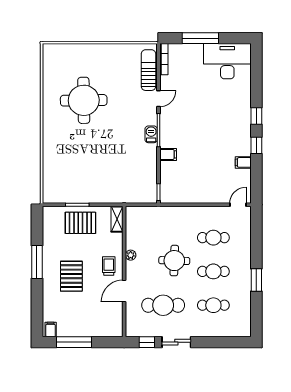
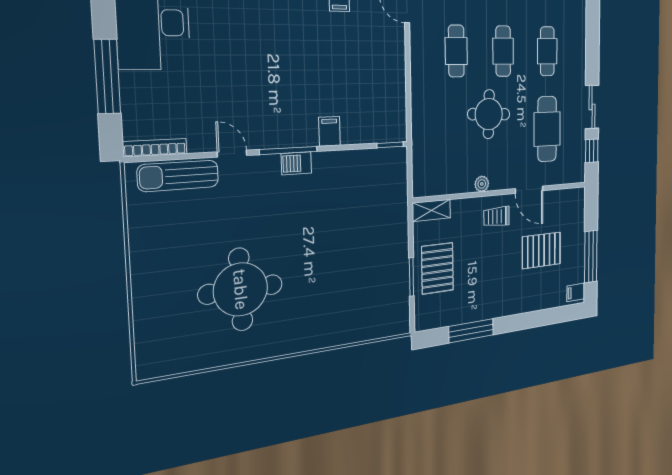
window: (37, 262) -> (471, 331), moved
pallet: (71, 276) -> (541, 250), moved

